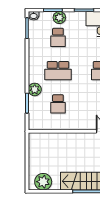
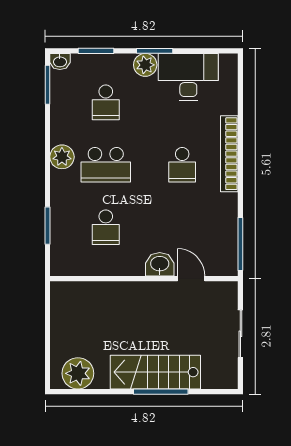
plant: (59, 18) -> (145, 65), moved
plant: (35, 89) -> (62, 157), moved
washbasin: (87, 124) -> (160, 264), added

